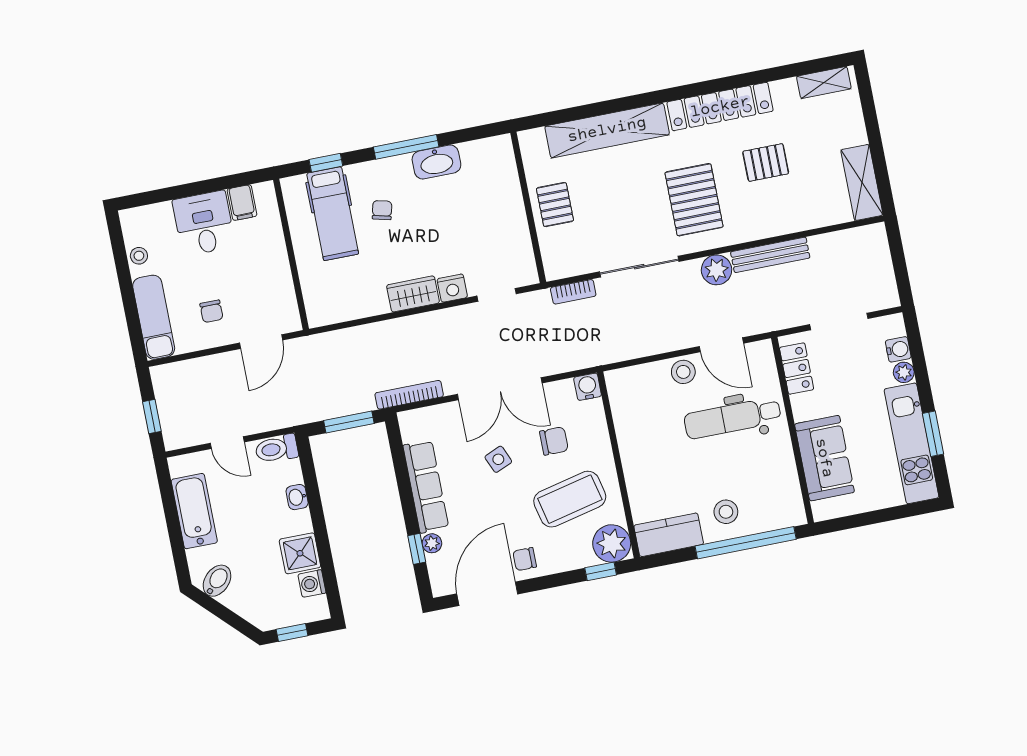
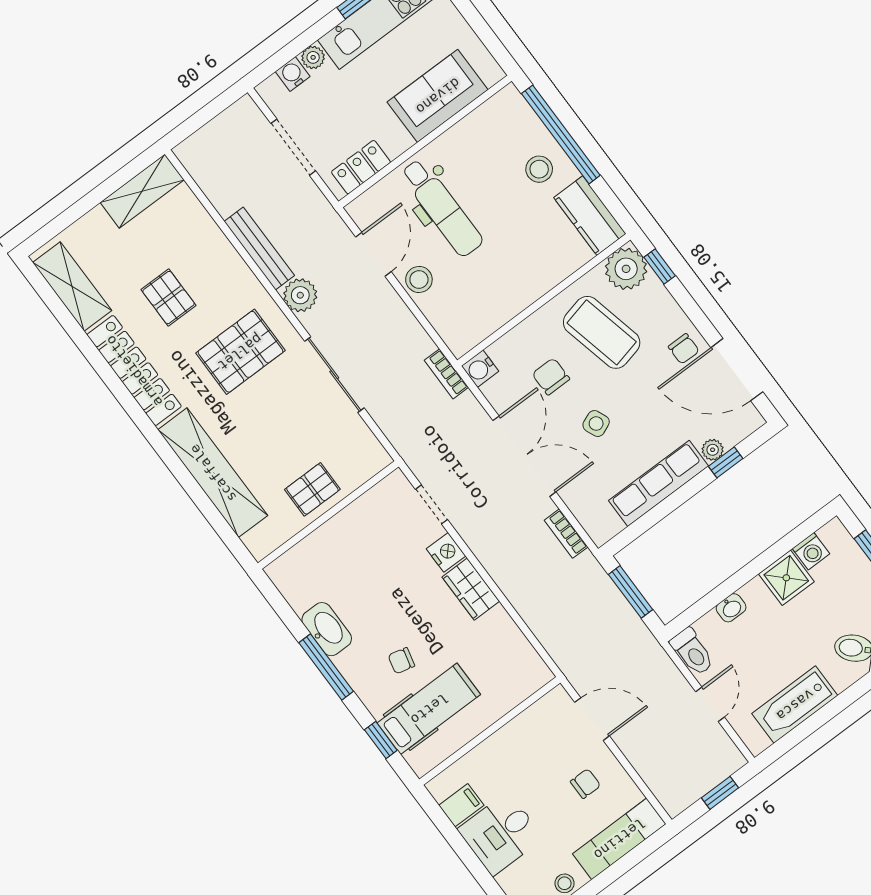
shelving: (824, 83) -> (72, 286), width x1.50, depth x1.33
bookcase: (573, 292) -> (446, 374), moved, turned 180
bookcase: (409, 395) -> (566, 534), width x0.64

